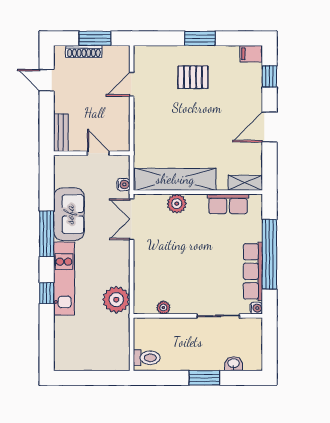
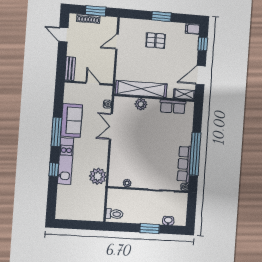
shelving: (175, 179) -> (141, 89), moved
shelving: (245, 183) -> (184, 94), moved
wall: (198, 192) -> (155, 98), moved
plant: (177, 204) -> (141, 104), moved
row of seats: (228, 204) -> (173, 107), moved

